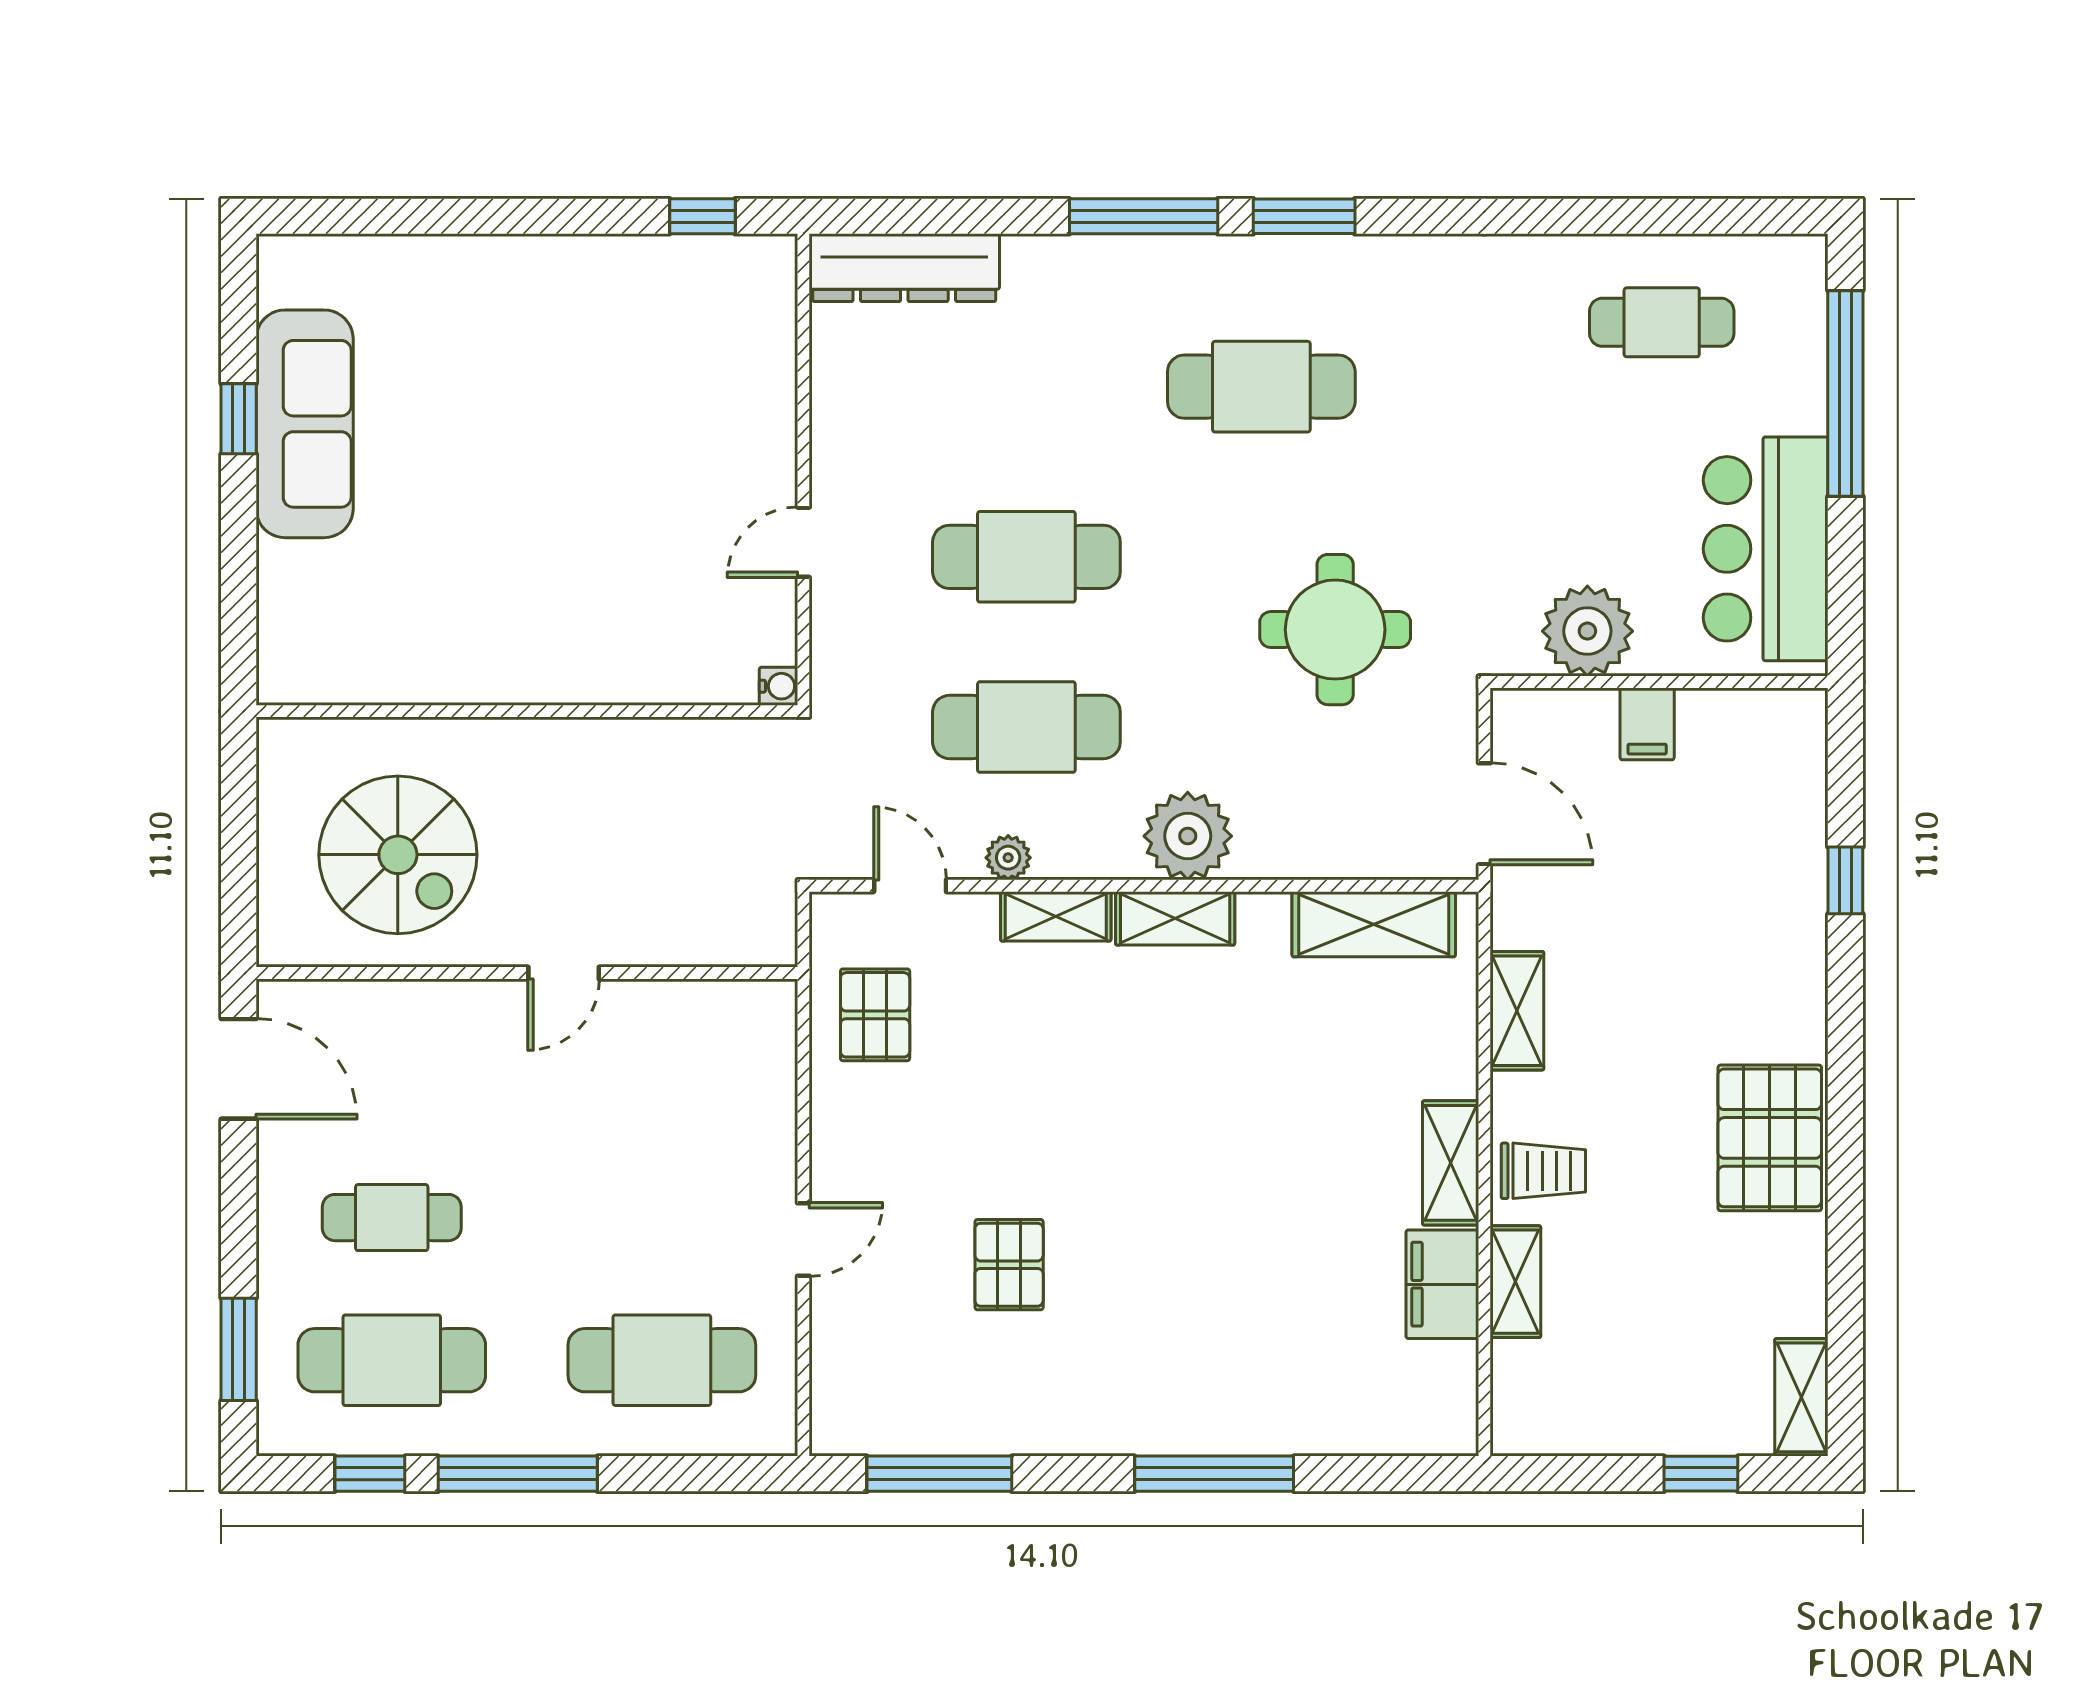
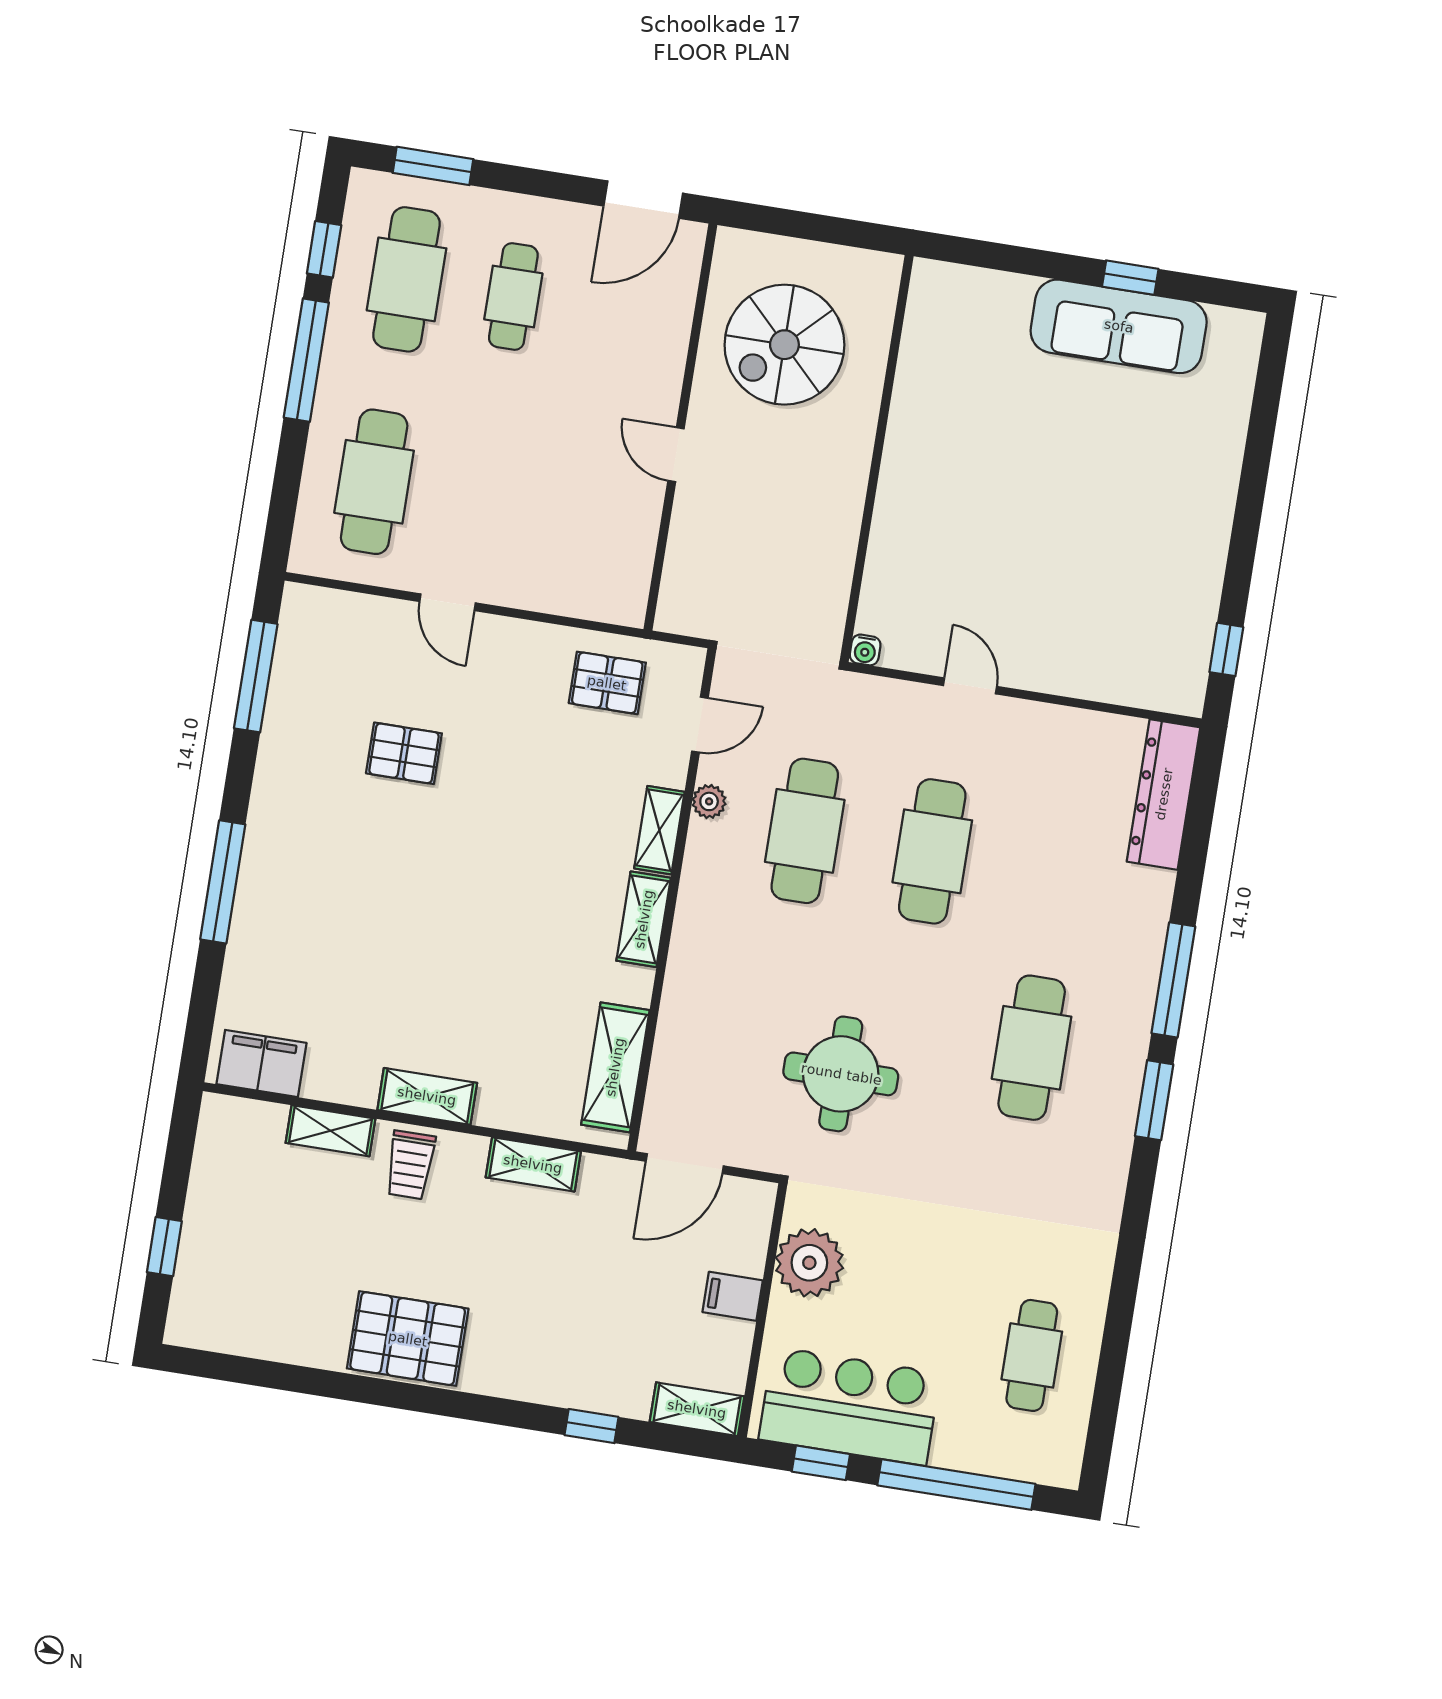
window: (1845, 574) -> (821, 1463), added
plant: (1188, 836) -> (704, 939), removed
filing cabinet: (1442, 1284) -> (261, 1063), moved
shelving: (1801, 1397) -> (697, 1409), moved

